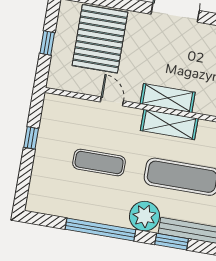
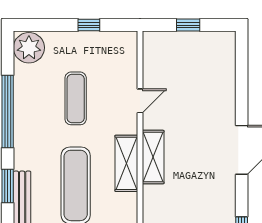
pallet: (100, 39) -> (202, 78), removed
plant: (145, 216) -> (29, 48), moved

